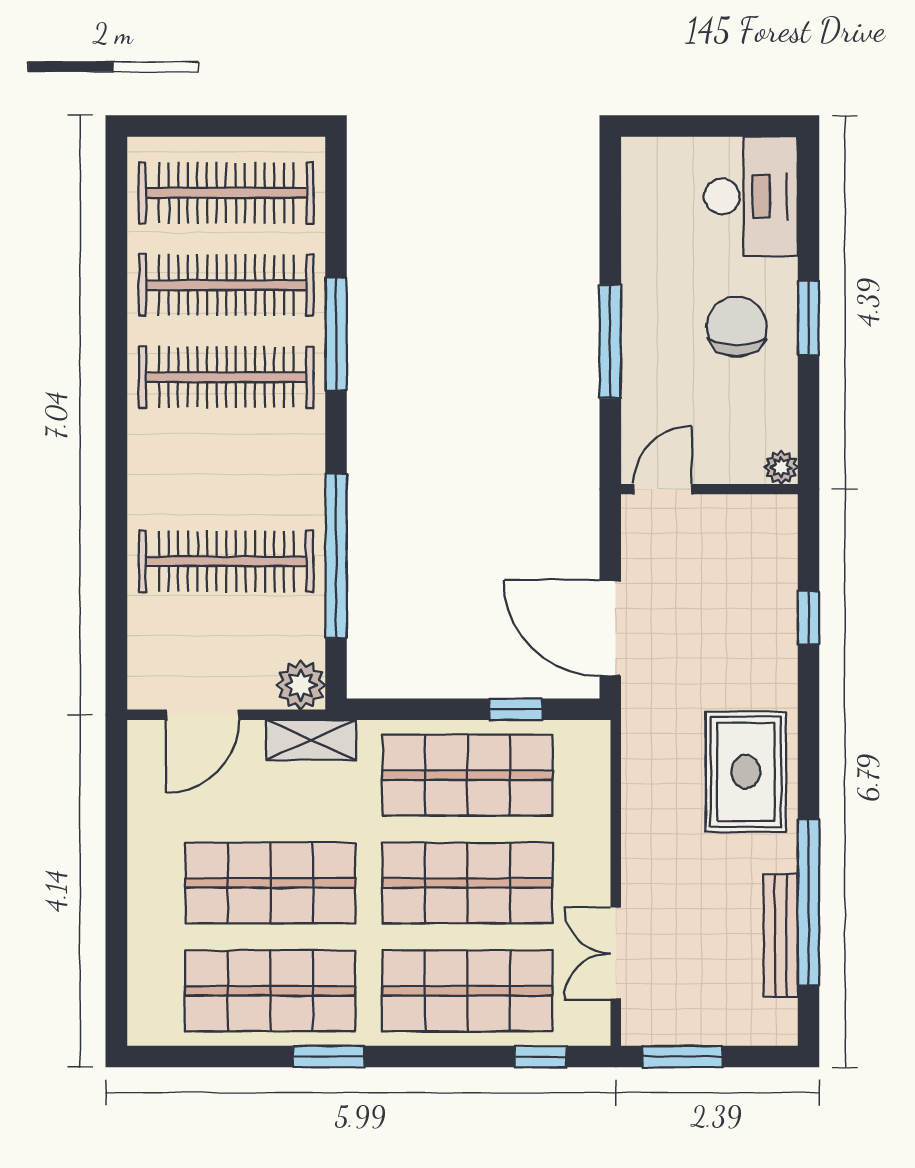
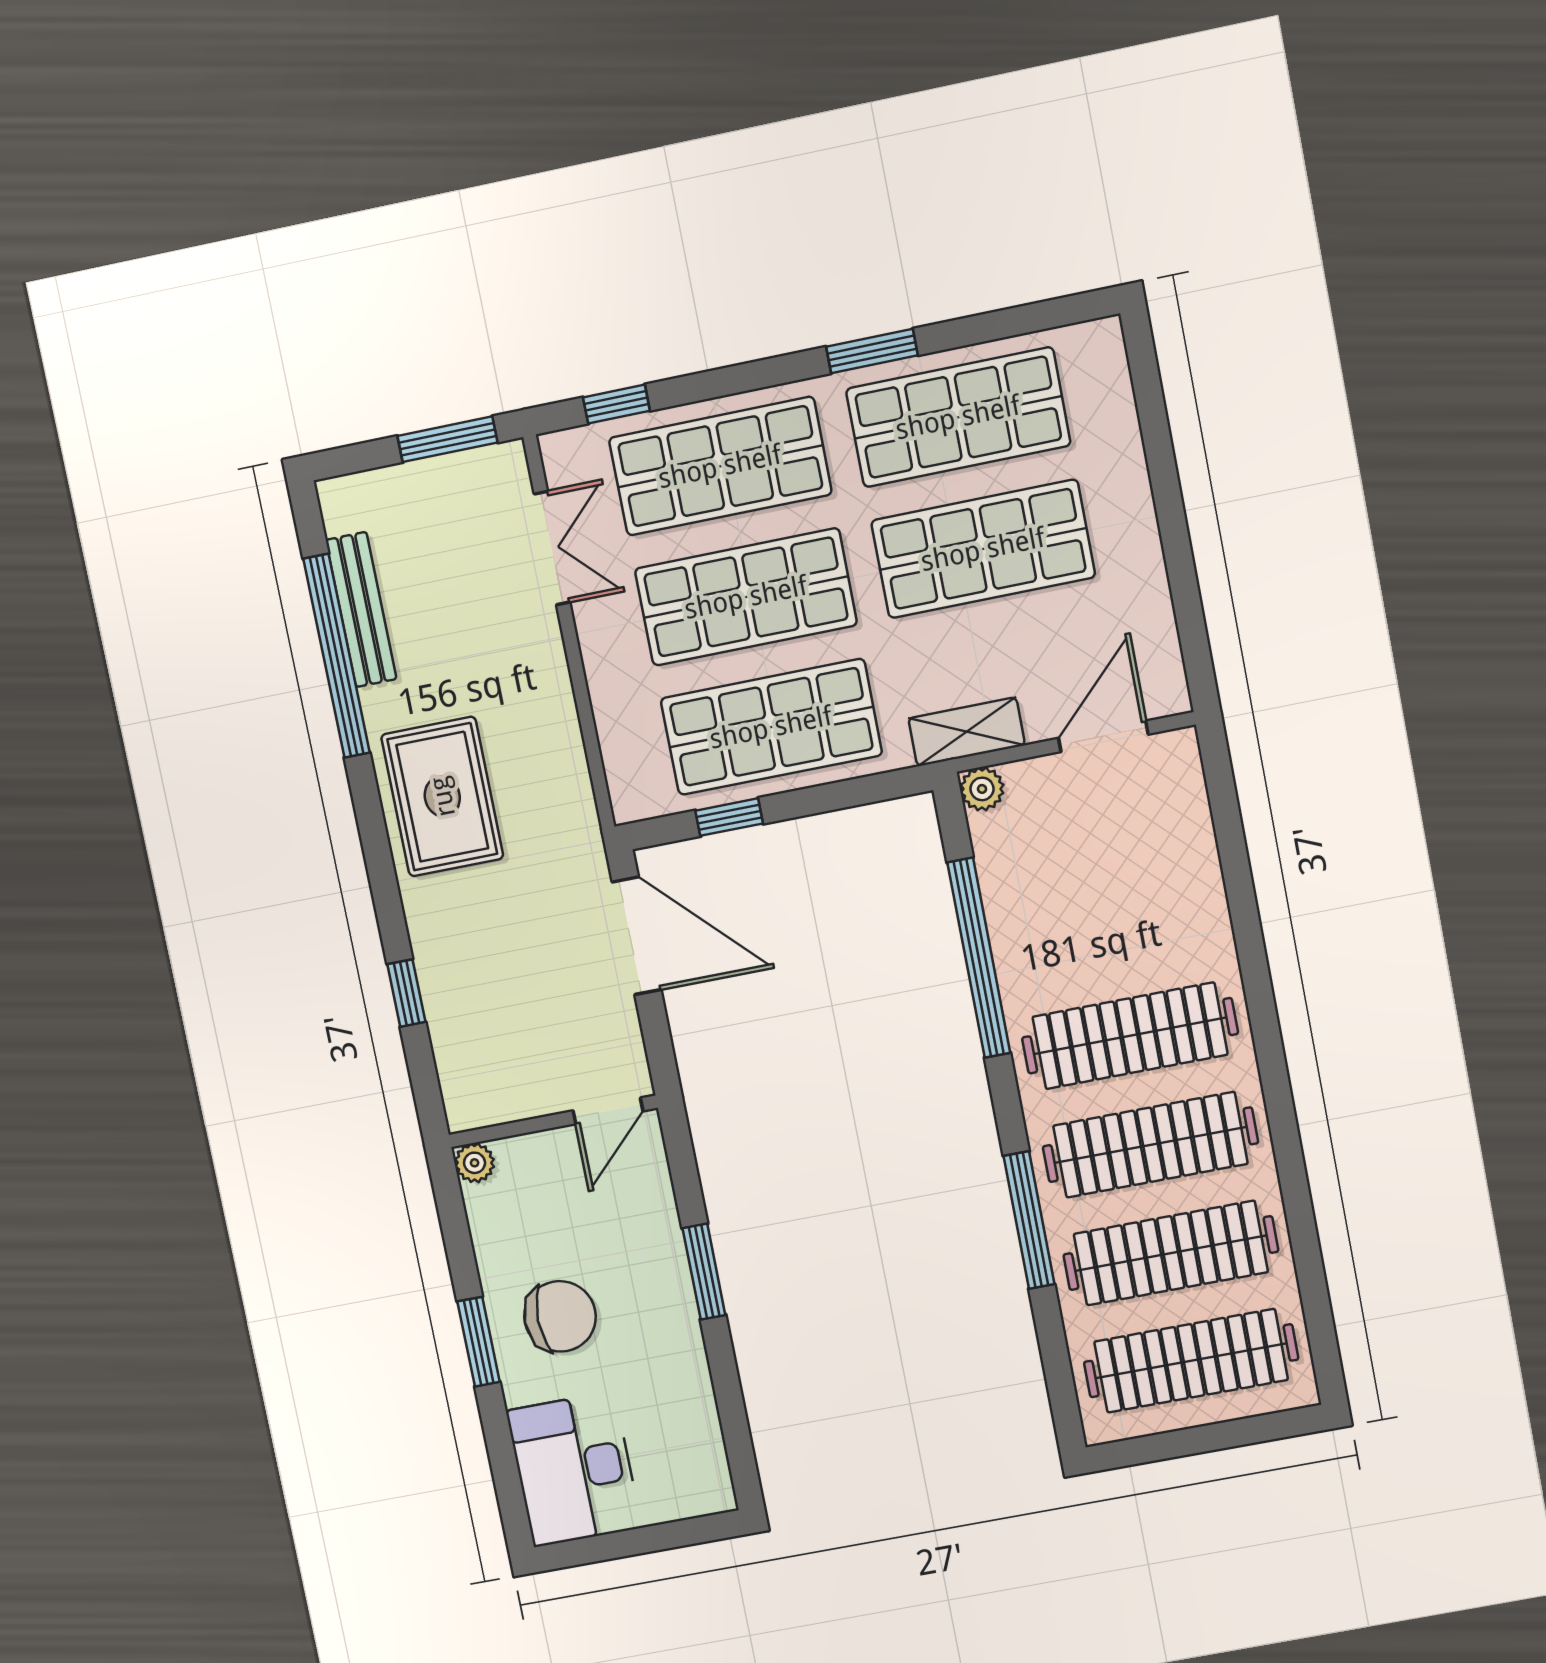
chair: (737, 327) -> (560, 1316), turned -90
window: (610, 341) -> (704, 1272), width x0.69
clothes rail: (226, 561) -> (1130, 1036), moved
plant: (301, 685) -> (982, 789), width x0.73, depth x0.73

